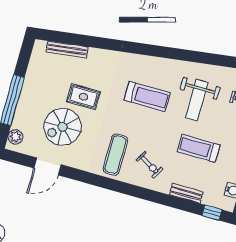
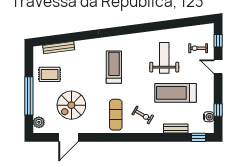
treadmill: (147, 96) -> (114, 67), moved, turned -90
rug: (83, 97) -> (50, 74), moved
weight bench: (197, 100) -> (164, 58), turned 180
treadmill: (199, 148) -> (176, 93), width x1.37, depth x1.38

